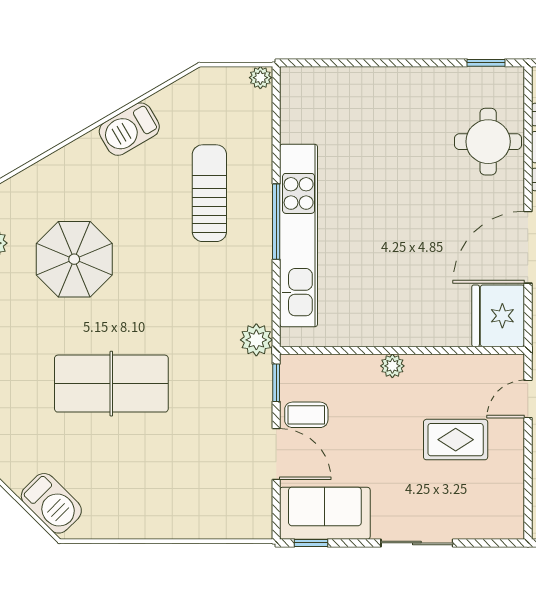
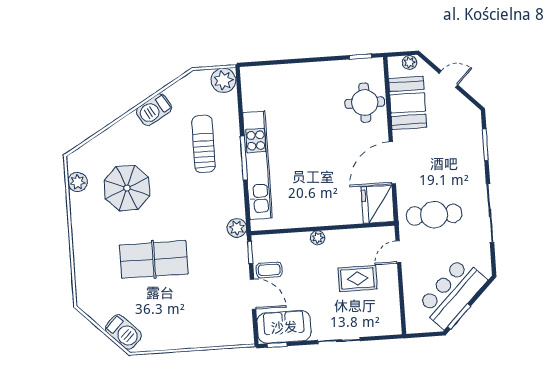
plant: (260, 78) -> (223, 80), width x1.88, depth x1.88

